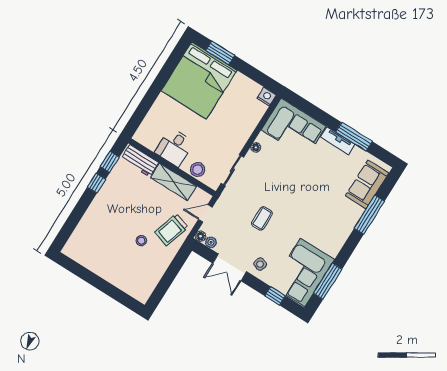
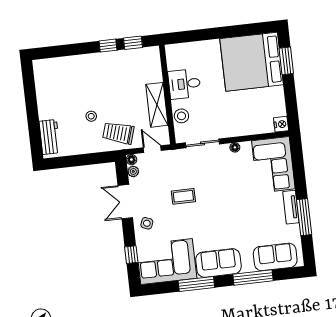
workbench: (140, 161) -> (50, 137), moved, turned 180
sofa: (336, 233) -> (218, 263), added
window: (328, 281) -> (196, 284), moved

